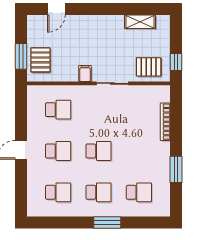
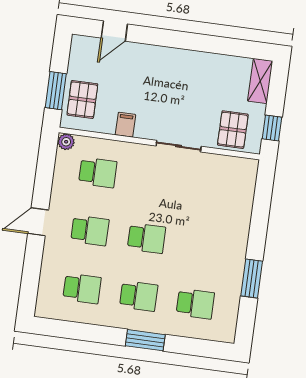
shelving: (140, 22) -> (260, 81), moved, turned 90
pallet: (149, 67) -> (233, 130), turned 90
filing cabinet: (85, 74) -> (125, 125), moved
plant: (33, 91) -> (66, 142), added
bookcase: (165, 122) -> (246, 210), removed

